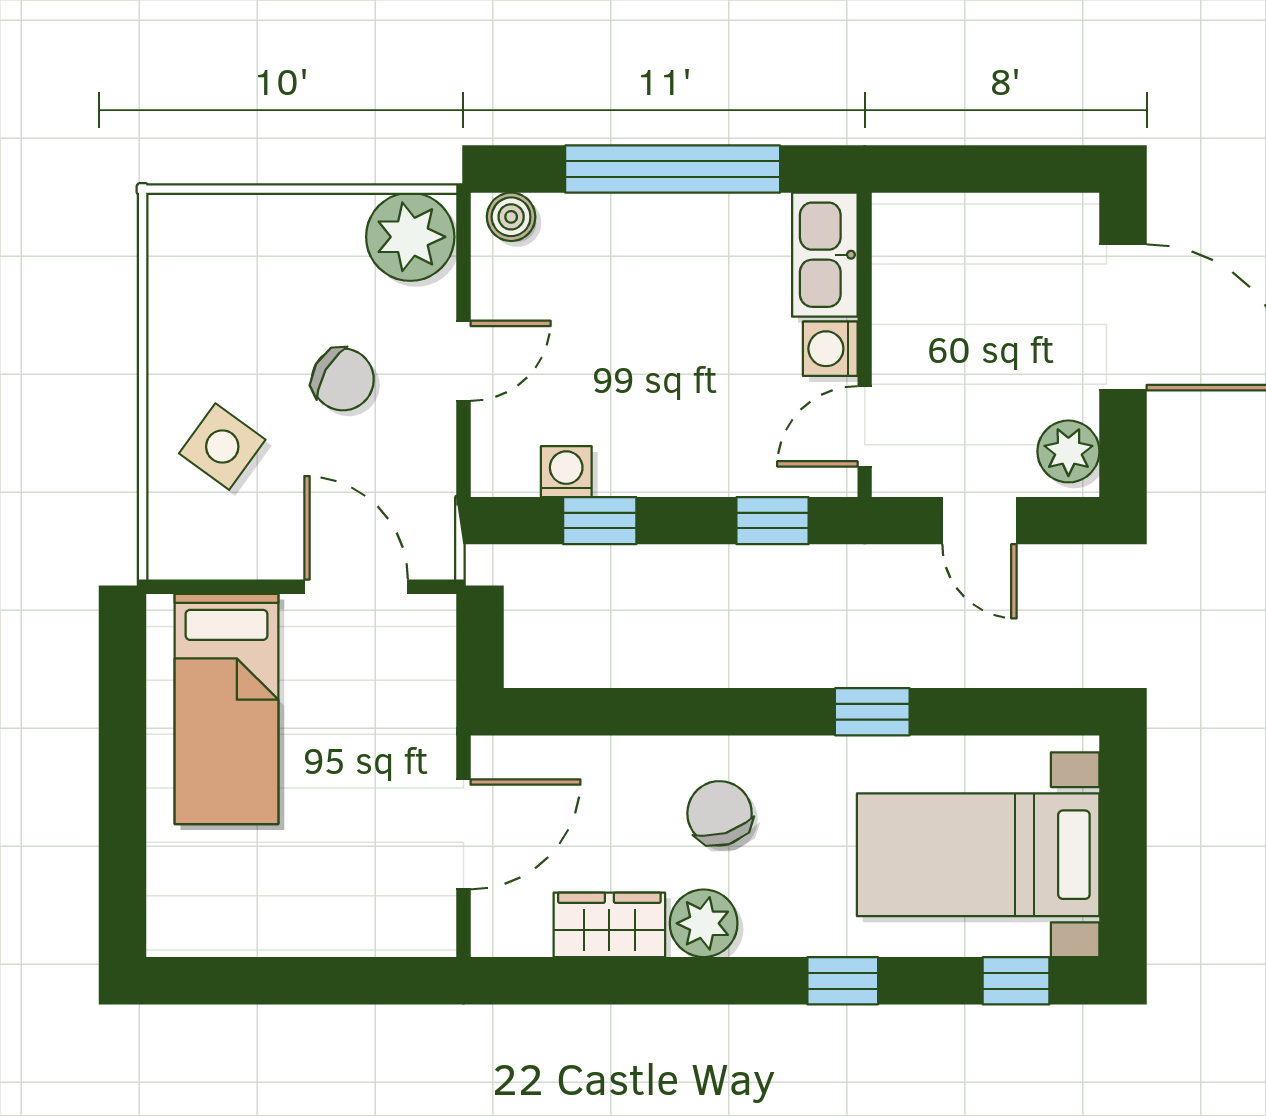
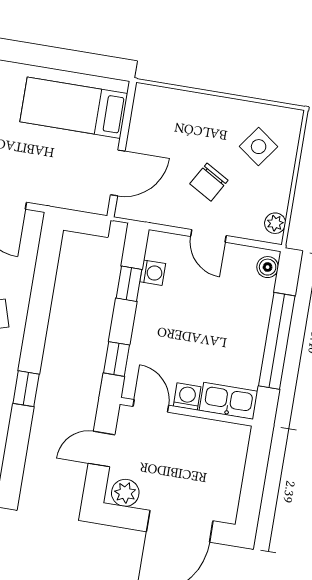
plant: (410, 237) -> (275, 223), width x0.53, depth x0.53
side table: (222, 447) -> (259, 147), moved

